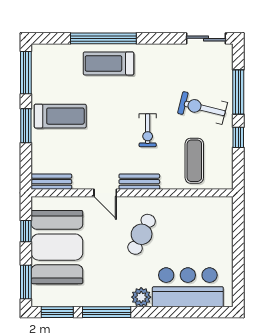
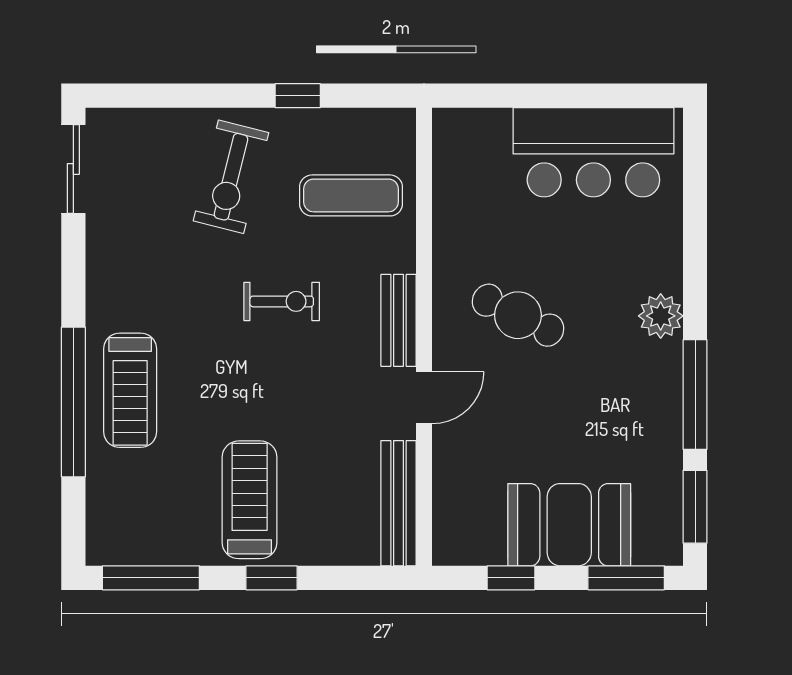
window: (238, 92) -> (195, 96), removed
window: (26, 126) -> (271, 578), width x0.67
bench: (51, 182) -> (399, 503), width x1.36
booth: (57, 247) -> (569, 525), width x0.73, depth x0.70
bar counter: (188, 287) -> (593, 152), moved, turned -90

